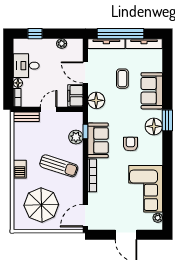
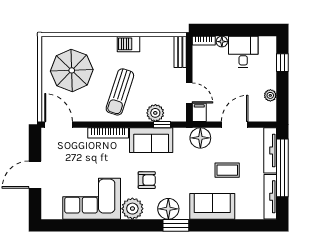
filing cabinet: (75, 96) -> (199, 112), width x0.50
door: (49, 109) -> (189, 93), moved
barbecue: (20, 169) -> (128, 44), moved
plant: (158, 218) -> (132, 209), moved, width x1.87, depth x1.87

